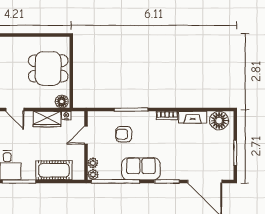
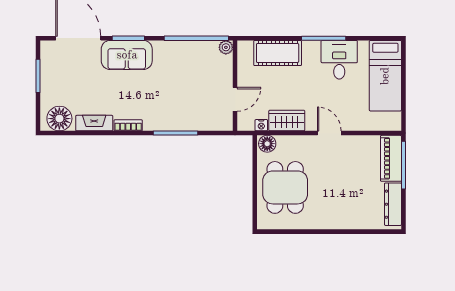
dining table: (48, 68) -> (285, 187), turned 90
armchair: (124, 134) -> (185, 101), removed
plant: (93, 163) -> (226, 62), removed
sofa: (141, 169) -> (127, 55), moved

